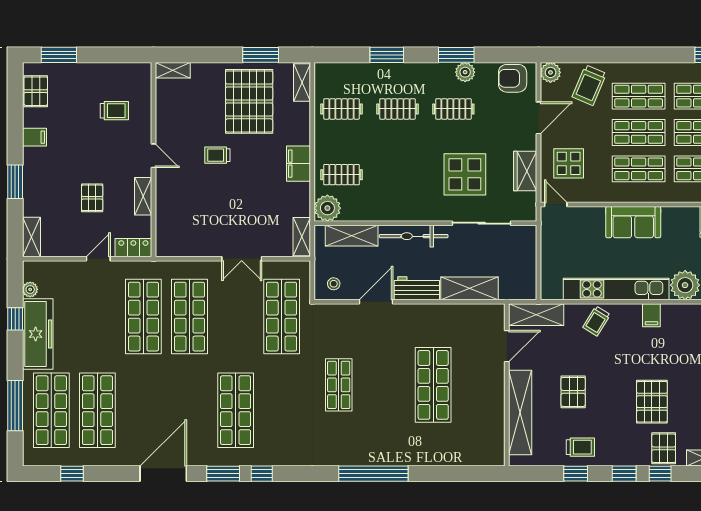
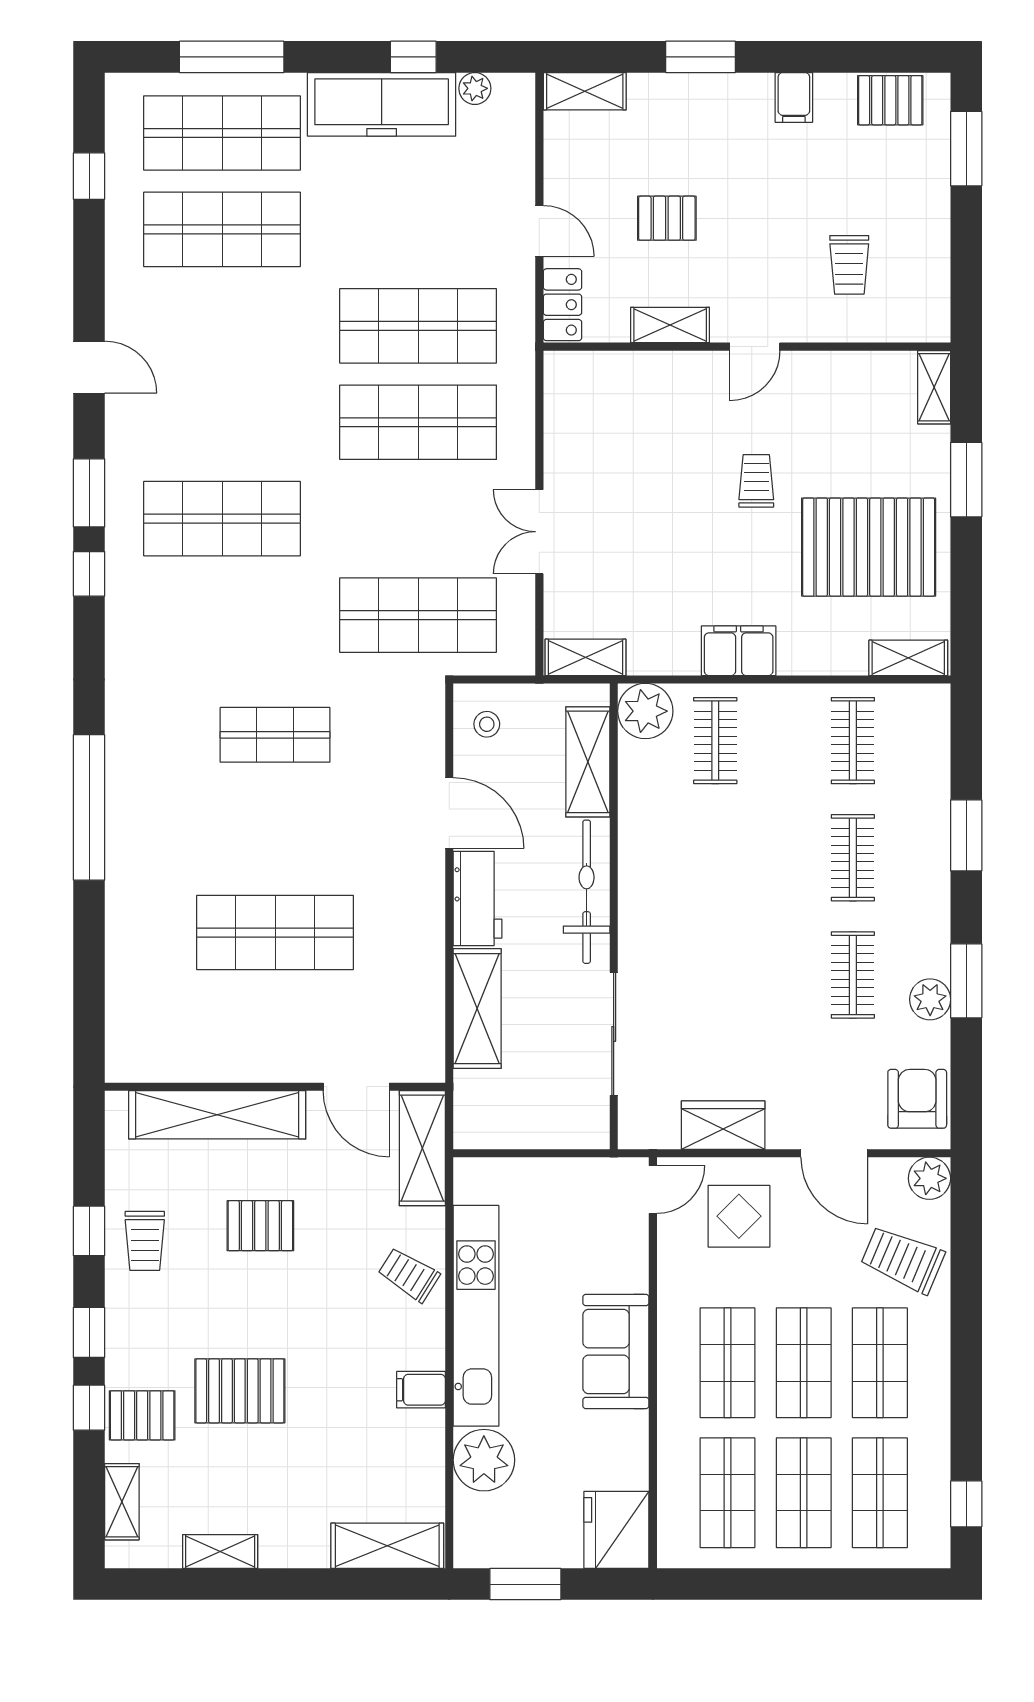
window: (261, 55) -> (966, 480), moved
display table: (465, 174) -> (716, 999), removed
door: (163, 474) -> (89, 367), width x0.53

